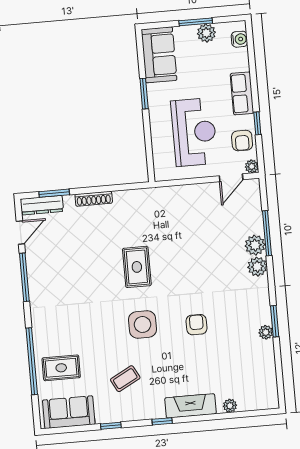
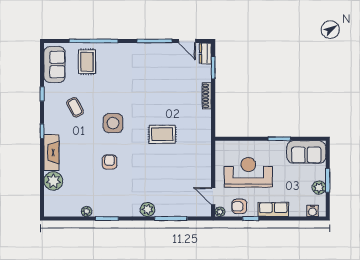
reception desk: (194, 132) -> (248, 172), turned 180
dresser: (42, 205) -> (205, 53), width x0.70
plant: (255, 245) -> (163, 209), removed
rug: (137, 267) -> (162, 134), moved
armchair: (196, 325) -> (110, 162), turned -90
plant: (266, 332) -> (87, 211), moved
plant: (230, 406) -> (53, 181), width x1.88, depth x1.88

